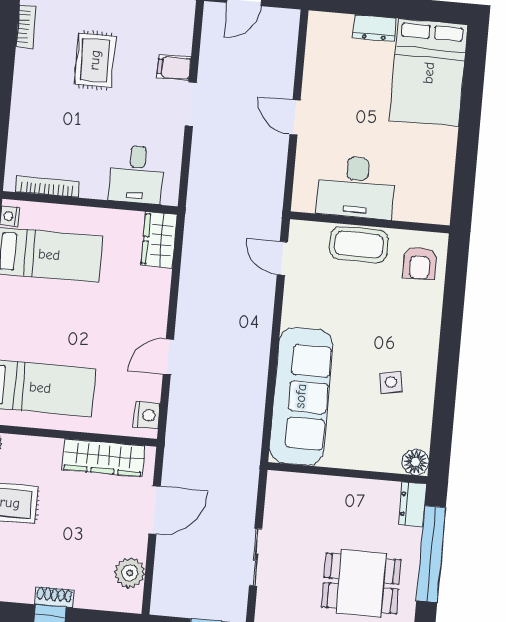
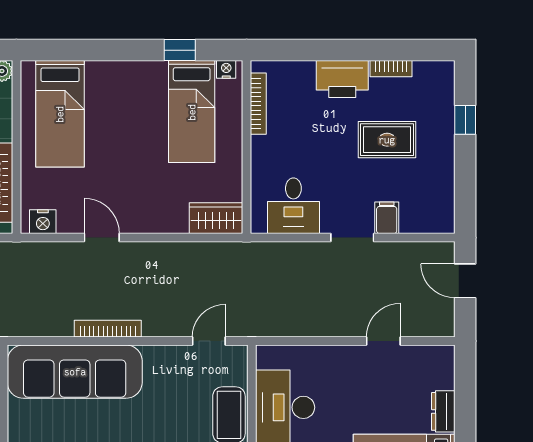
bookcase: (26, 27) -> (391, 69), moved
printer: (30, 100) -> (342, 79), added
door: (295, 117) -> (383, 341), moved
desk: (137, 174) -> (293, 206), moved, turned -90
bookcase: (261, 359) -> (108, 329), added

